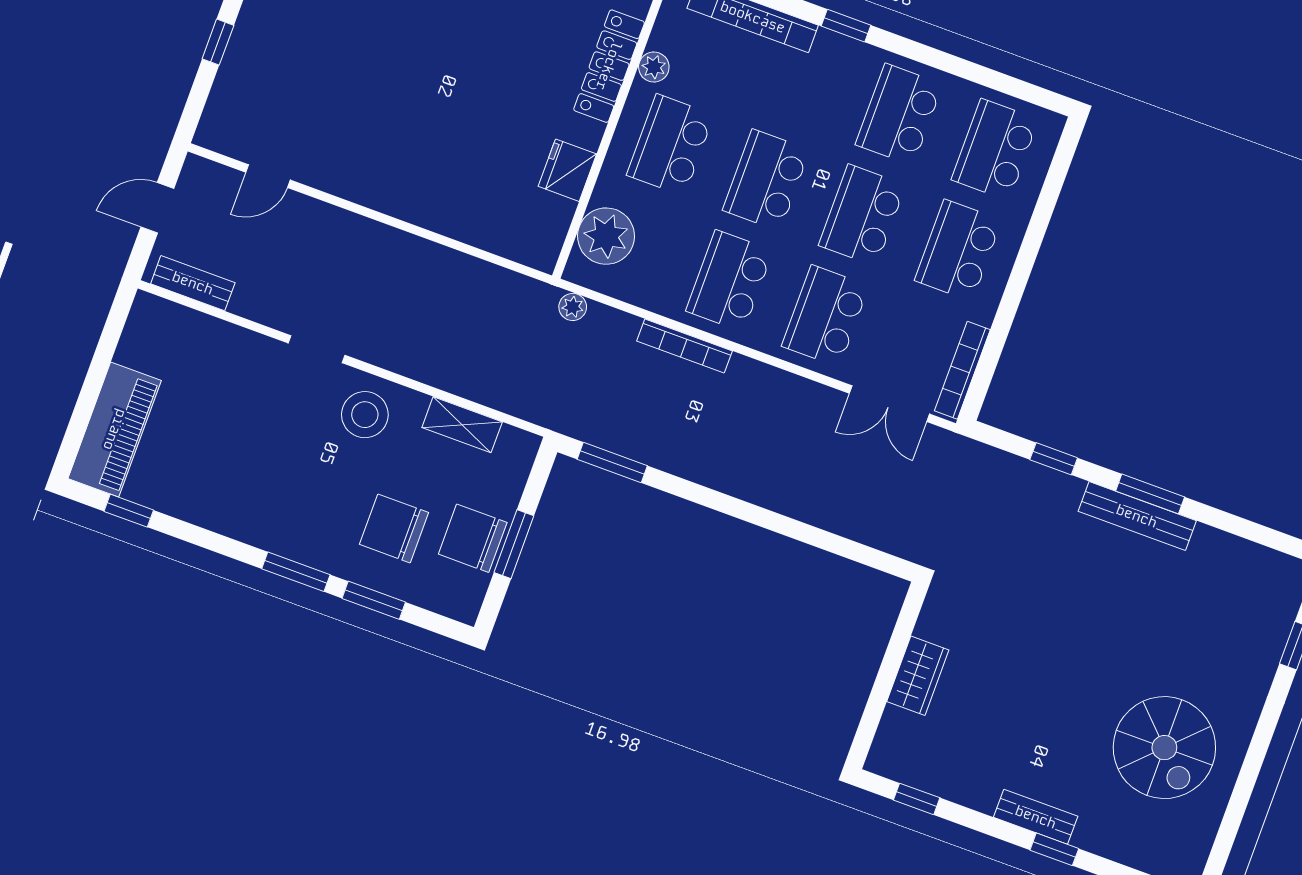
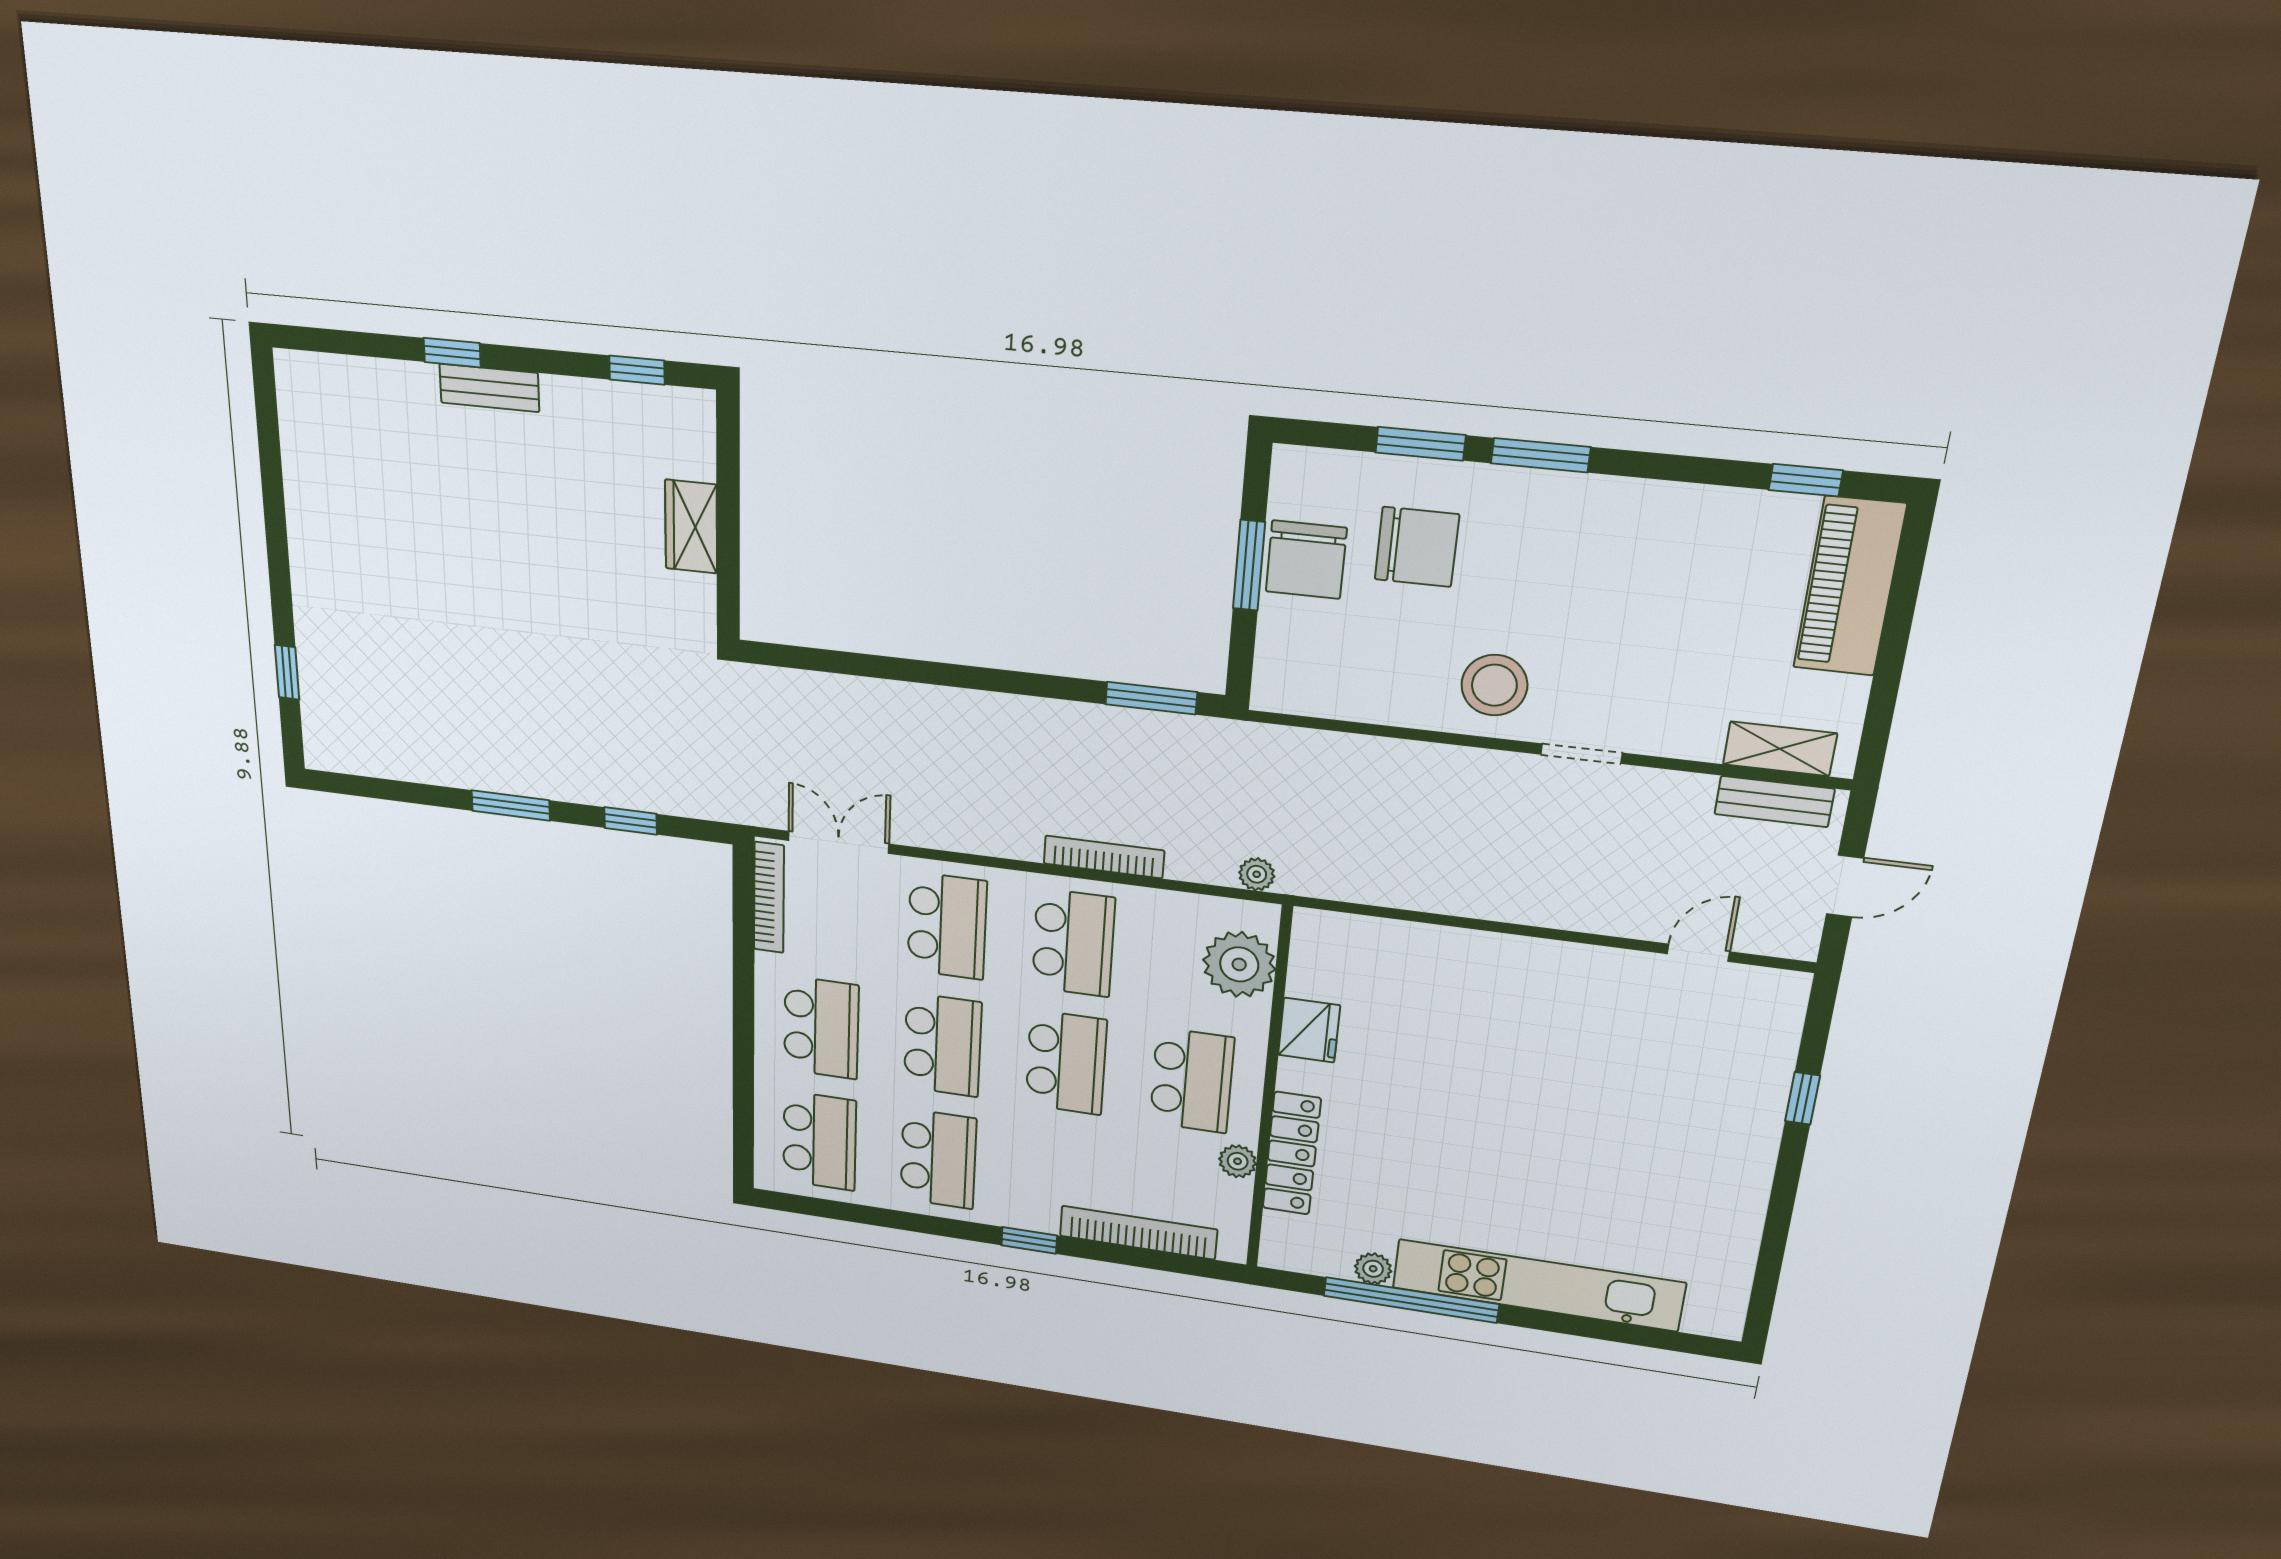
shelving: (462, 425) -> (1780, 749), moved
bench: (1137, 516) -> (515, 778), removed
chair: (473, 538) -> (1306, 560), turned 90
spiral stairs: (1164, 748) -> (378, 515), removed

